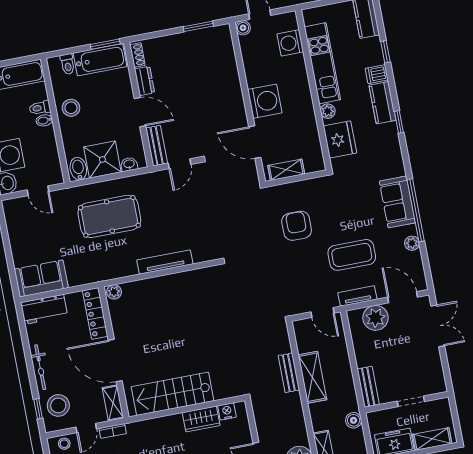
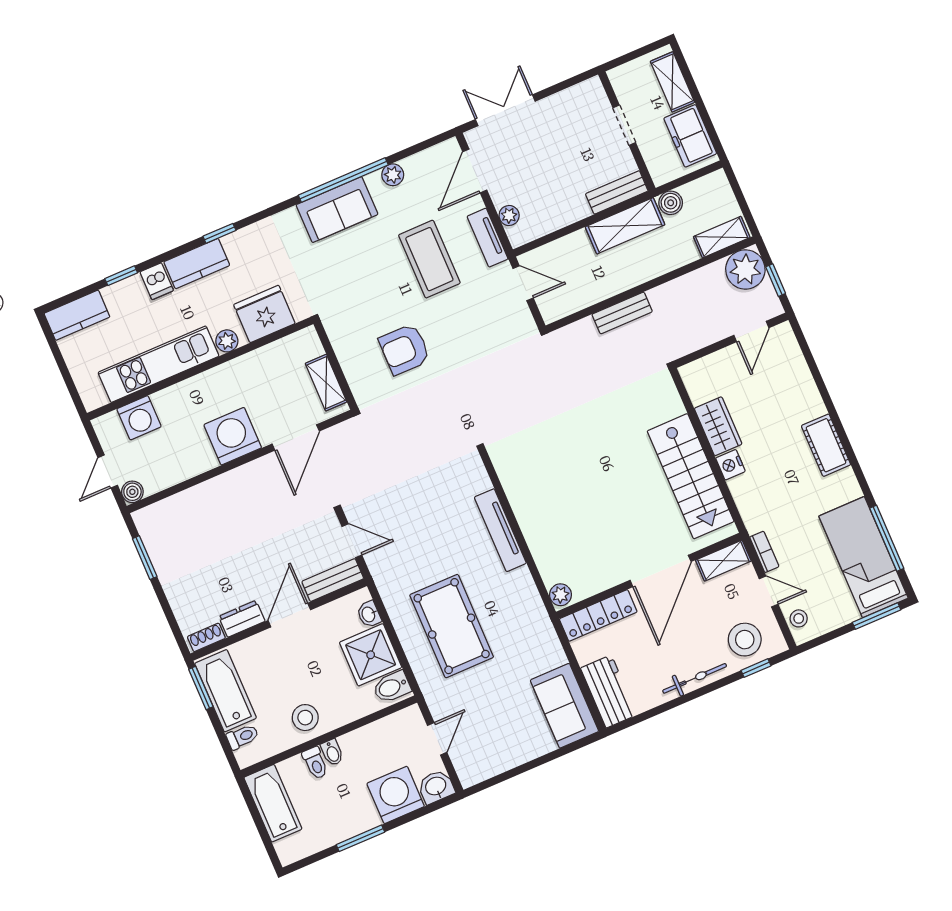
door: (322, 313) -> (523, 283), hinge flipped
plant: (376, 318) -> (509, 215), width x0.53, depth x0.53
shelving: (312, 377) -> (625, 226), moved
nightstand: (227, 411) -> (730, 465), moved

